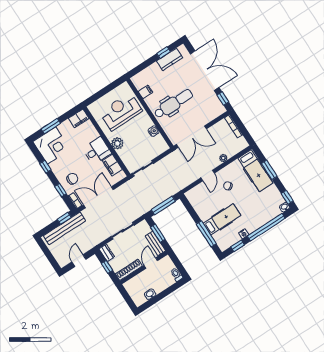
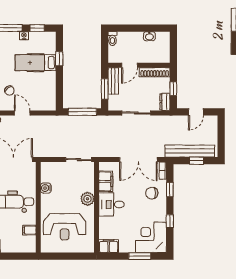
door: (208, 175) -> (22, 113), hinge flipped
window: (64, 218) -> (196, 161), moved
window: (206, 234) -> (59, 59), width x0.46

